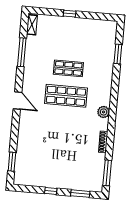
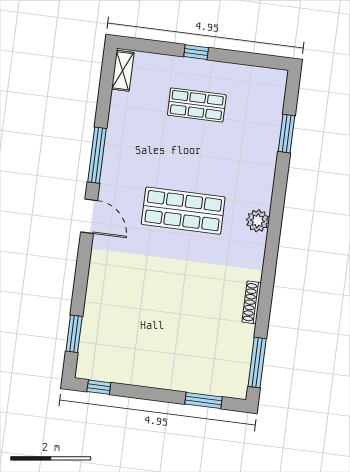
window: (22, 52) -> (97, 155), moved
shop shelf: (68, 68) -> (197, 105), moved
plant: (104, 112) -> (258, 221), moved
window: (51, 191) -> (99, 387), moved

